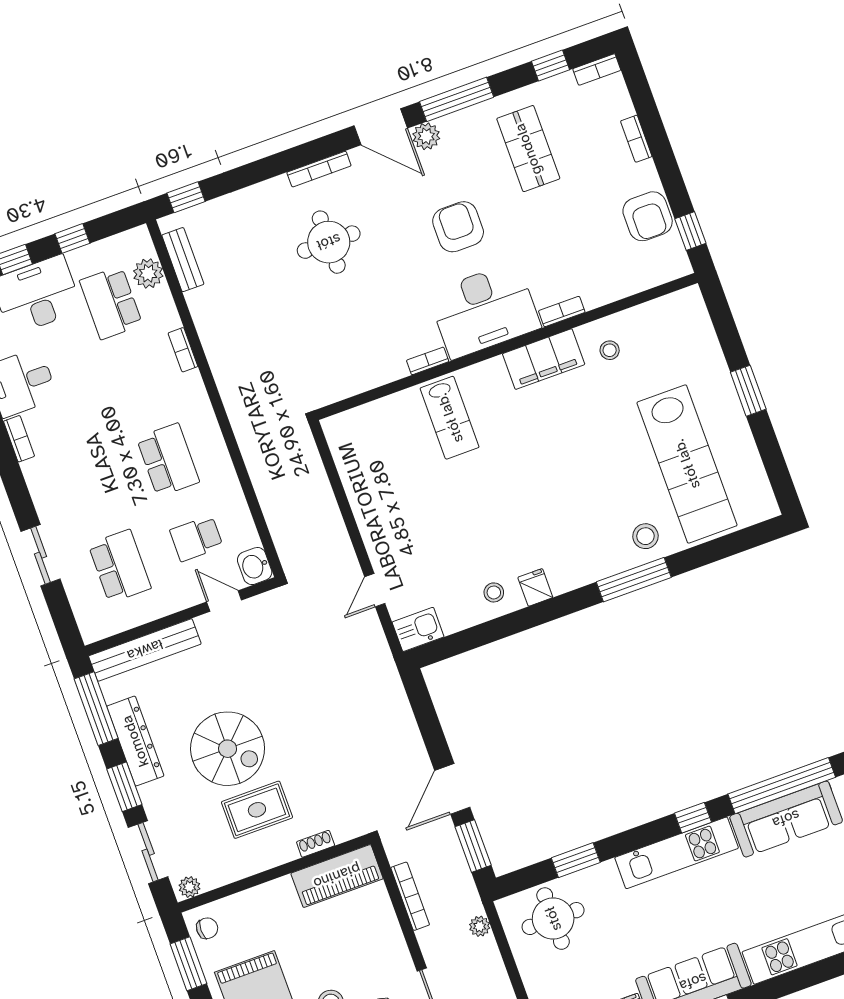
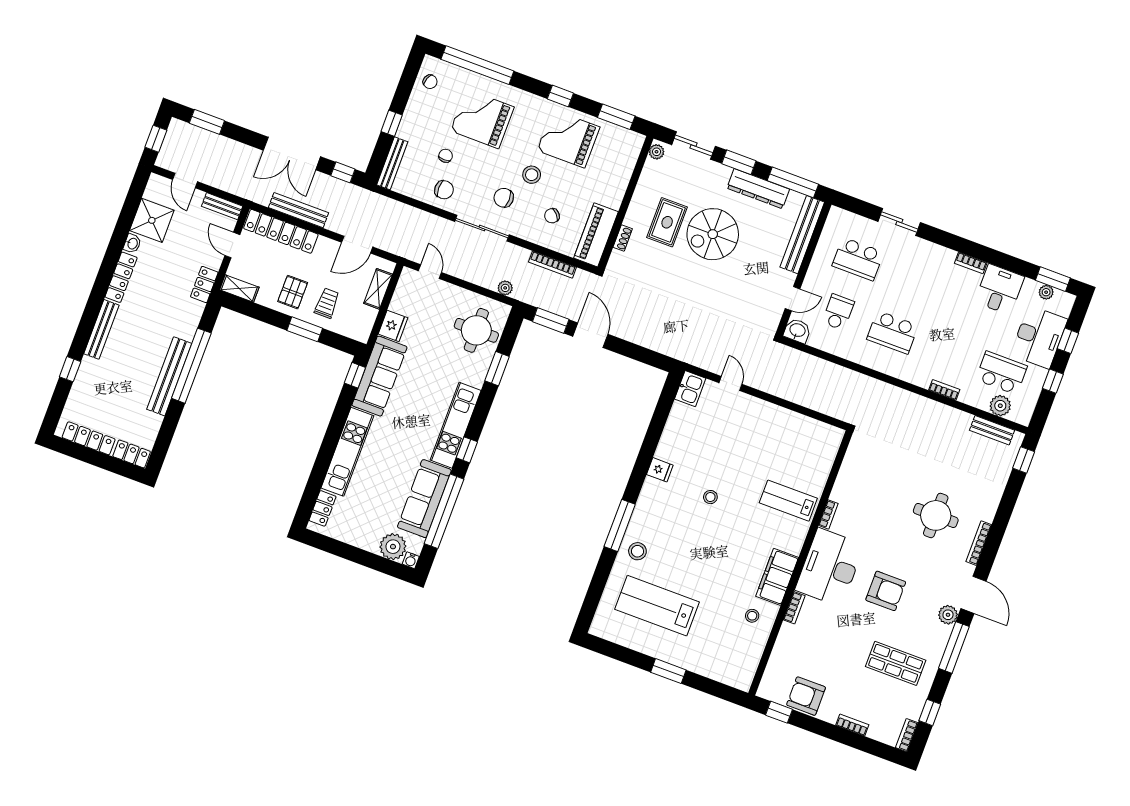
door: (381, 127) -> (973, 595), swing flipped
lab bench: (687, 464) -> (657, 606), width x0.73
stool: (494, 592) -> (710, 497), moved
chair: (207, 928) -> (552, 216), moved, turned 48

